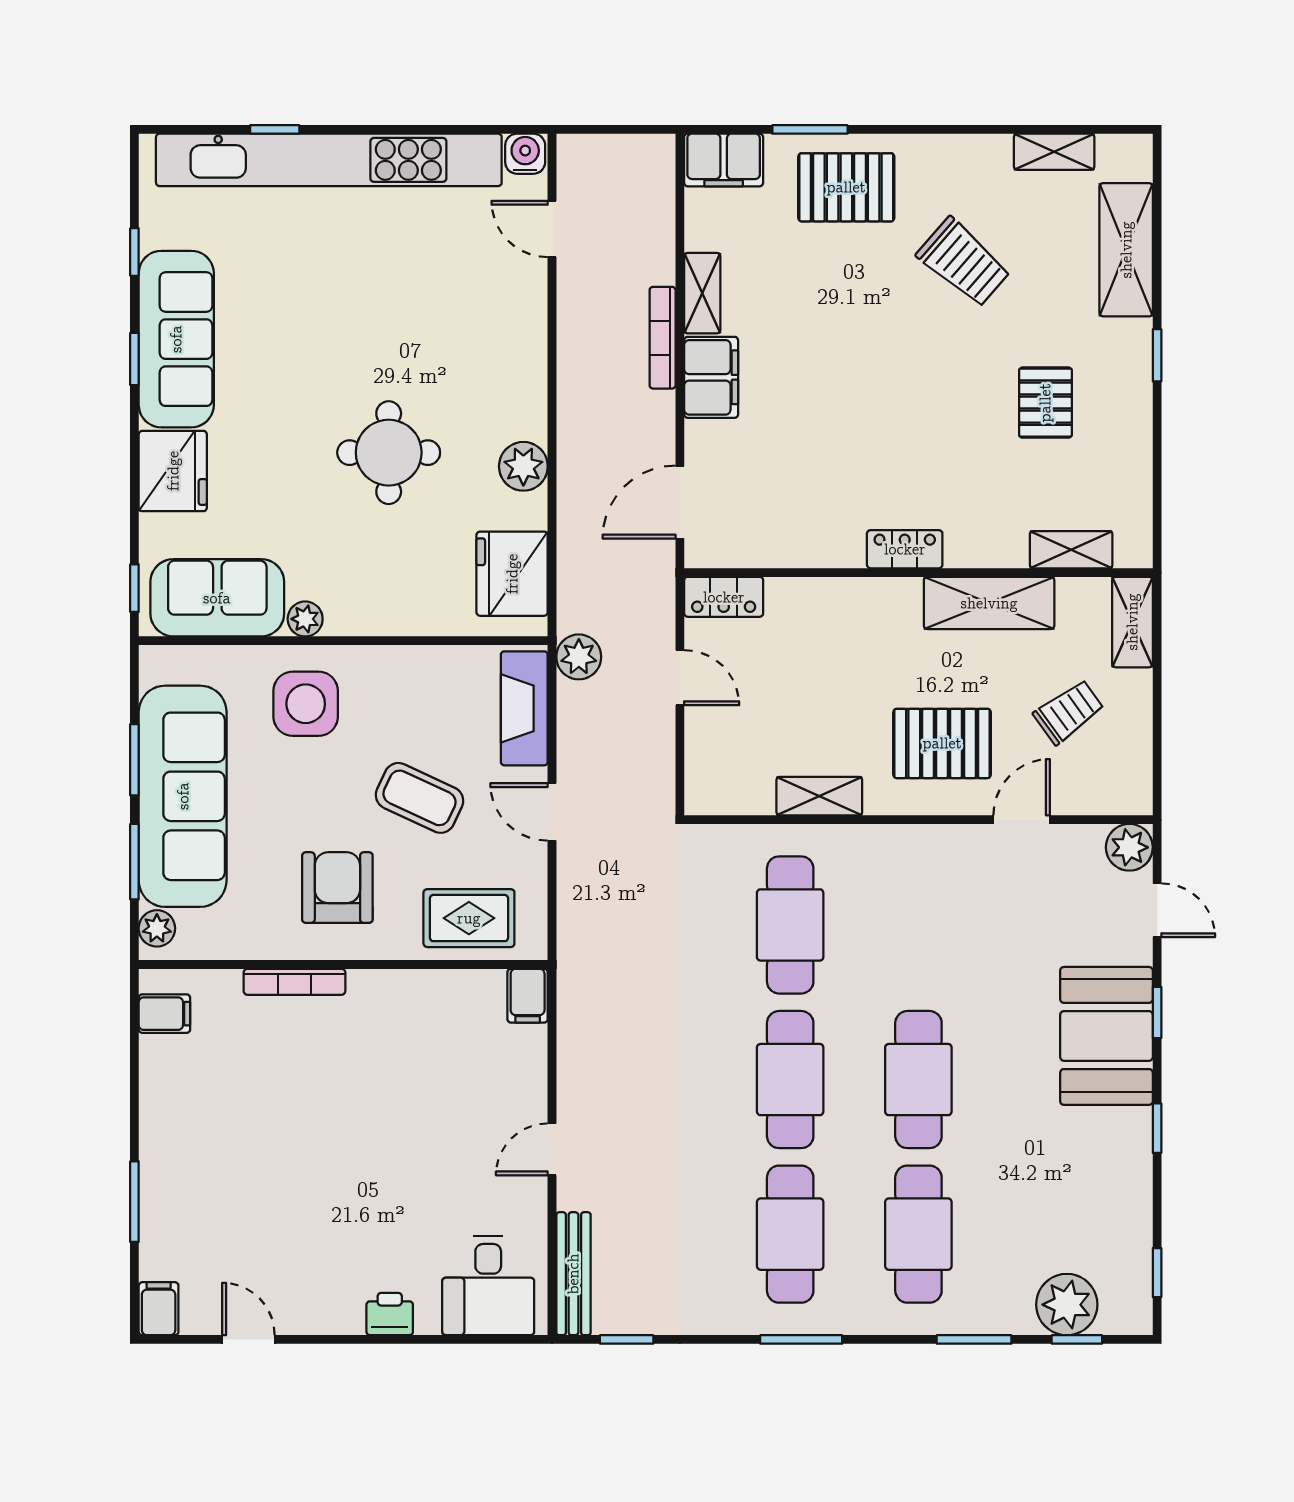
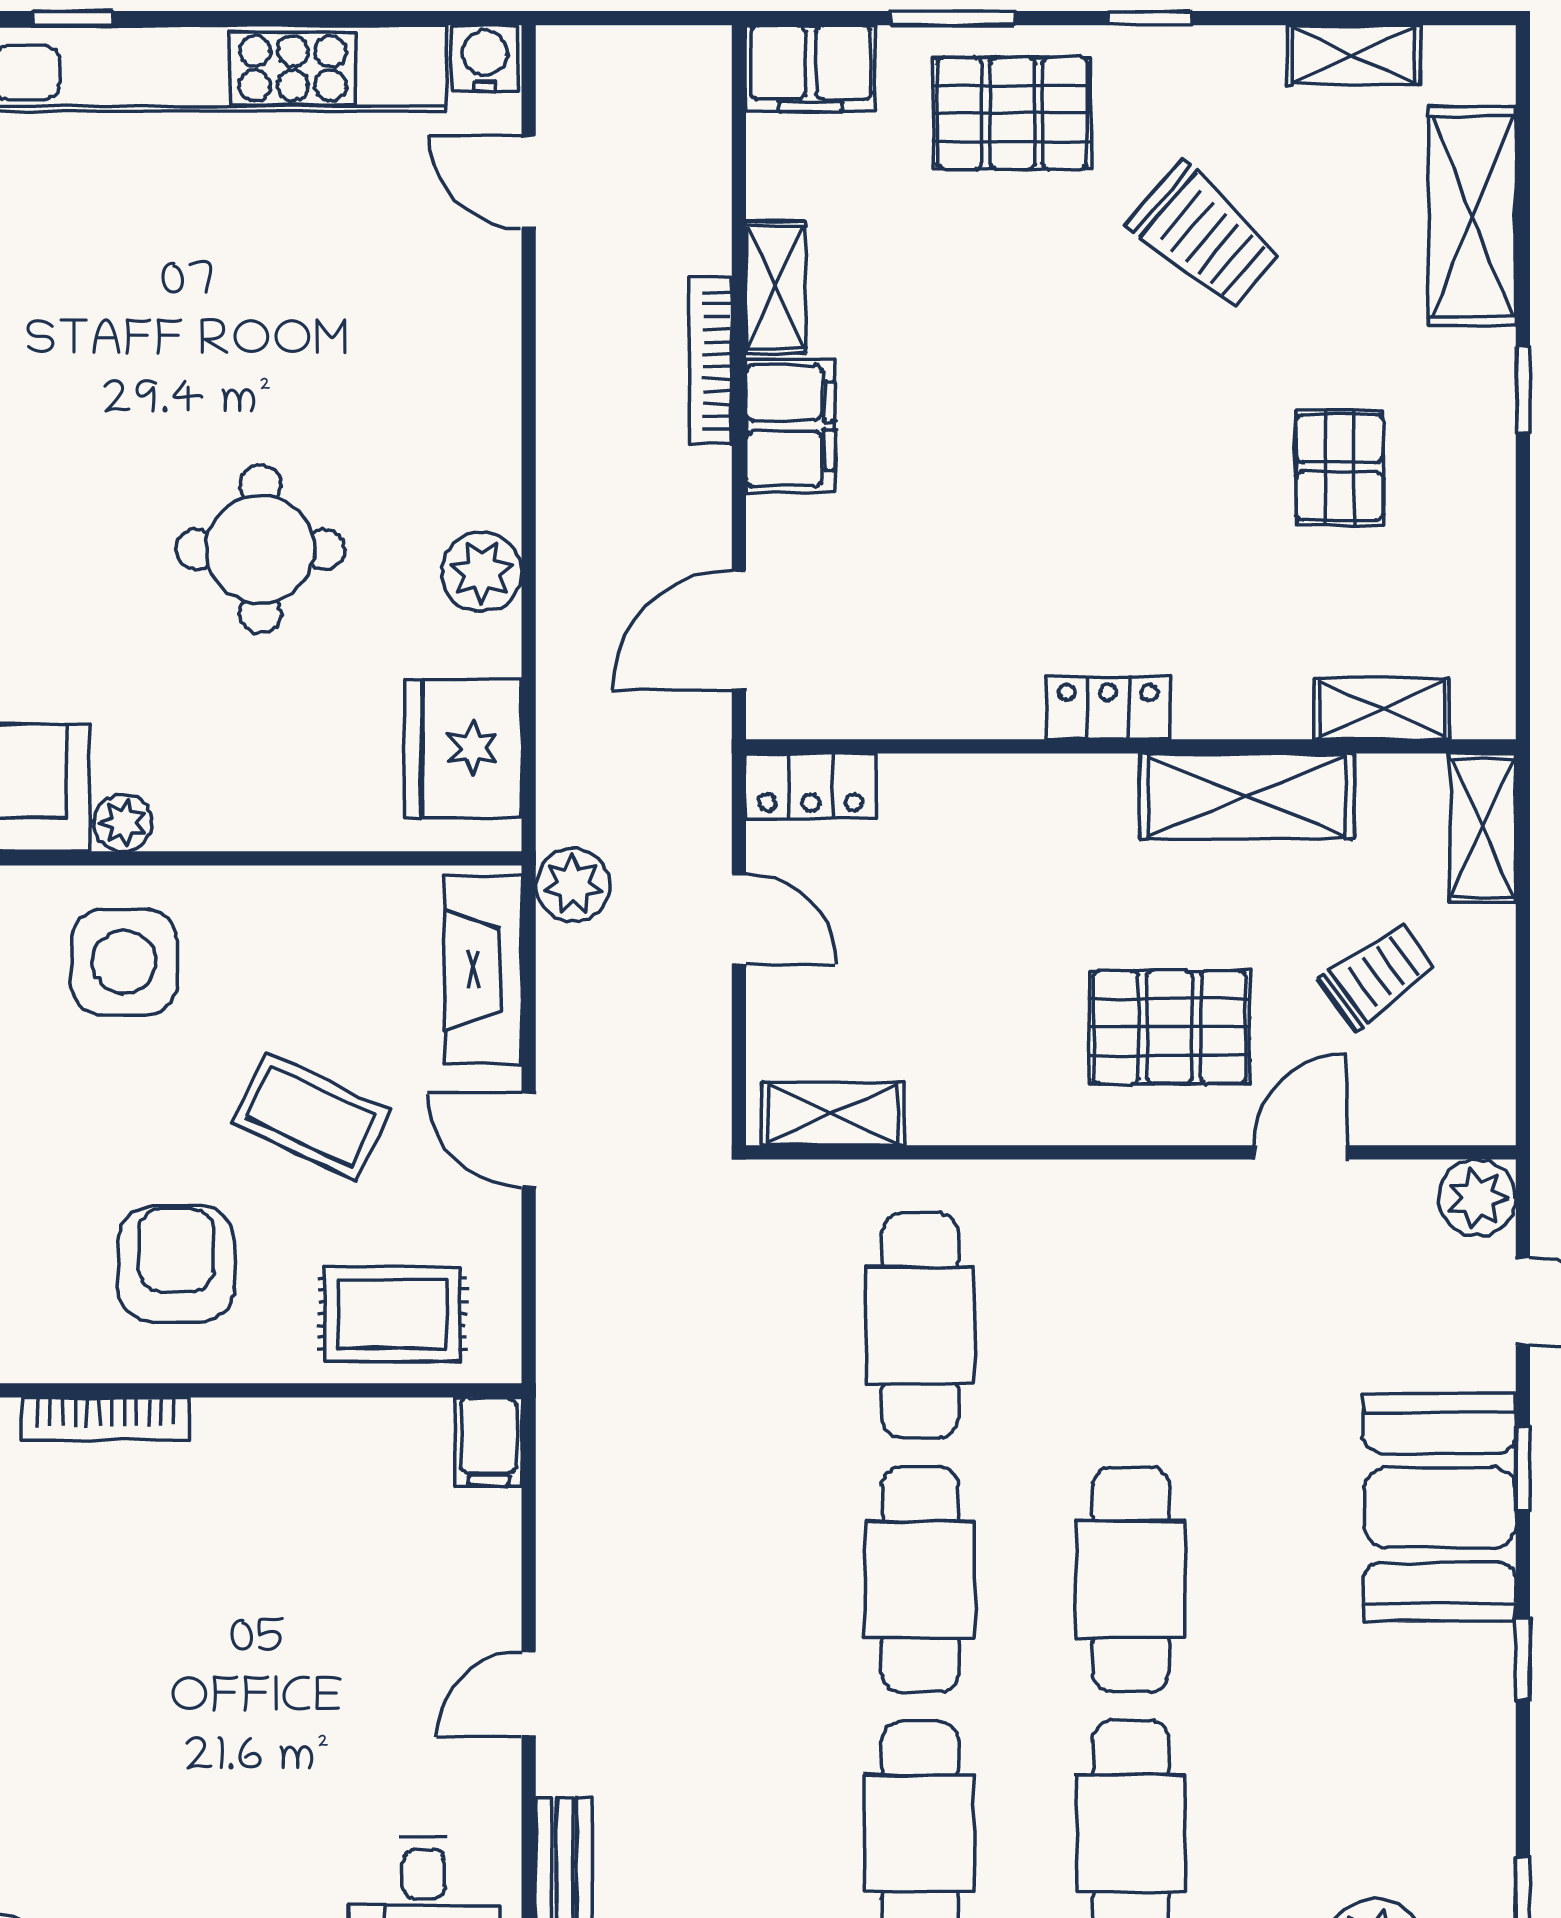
window: (930, 129) -> (1150, 18), added
shelving: (819, 796) -> (833, 1114), moved

